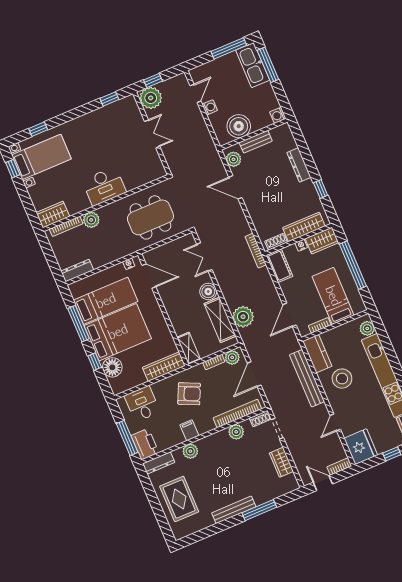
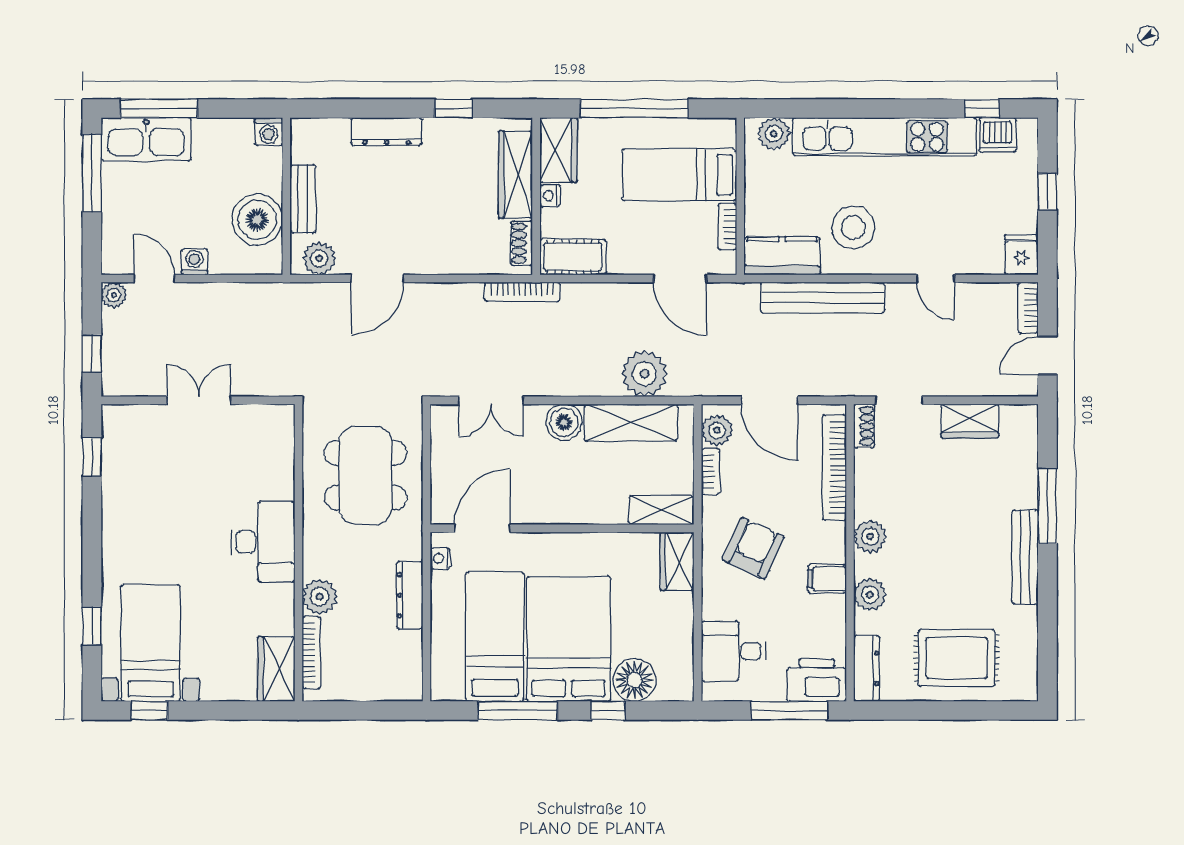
plant: (151, 98) -> (114, 295), moved, width x0.53, depth x0.53
dresser: (77, 270) -> (410, 595), moved
wardrobe: (164, 367) -> (677, 561), width x0.67
plant: (236, 432) -> (870, 536), moved
fridge: (361, 447) -> (1021, 255), width x0.53, depth x0.75

